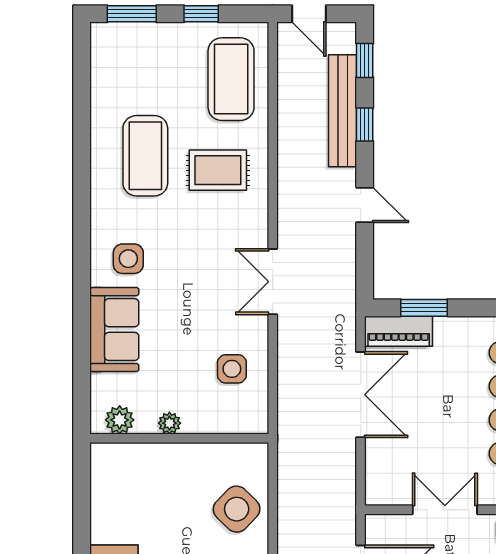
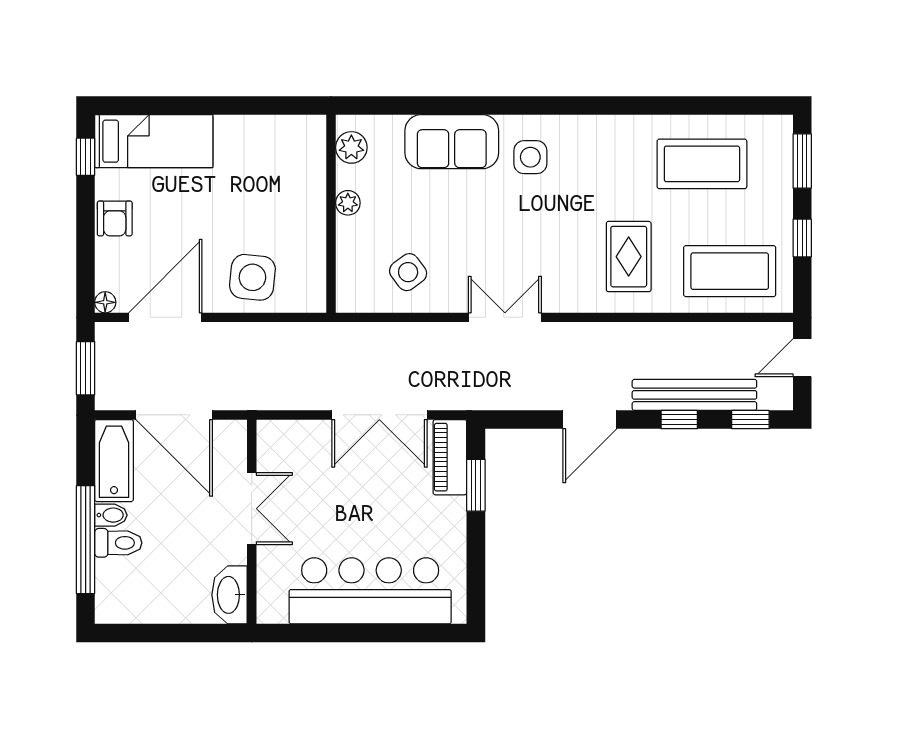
coffee table: (145, 156) -> (702, 164), moved
door: (365, 205) -> (590, 420), width x1.38
side table: (232, 369) -> (408, 272), turned -37
side table: (237, 509) -> (252, 277), turned -38

